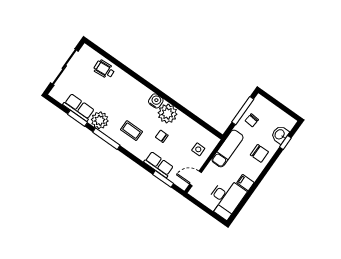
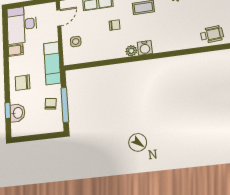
plant: (168, 114) -> (131, 51), width x0.53, depth x0.53

